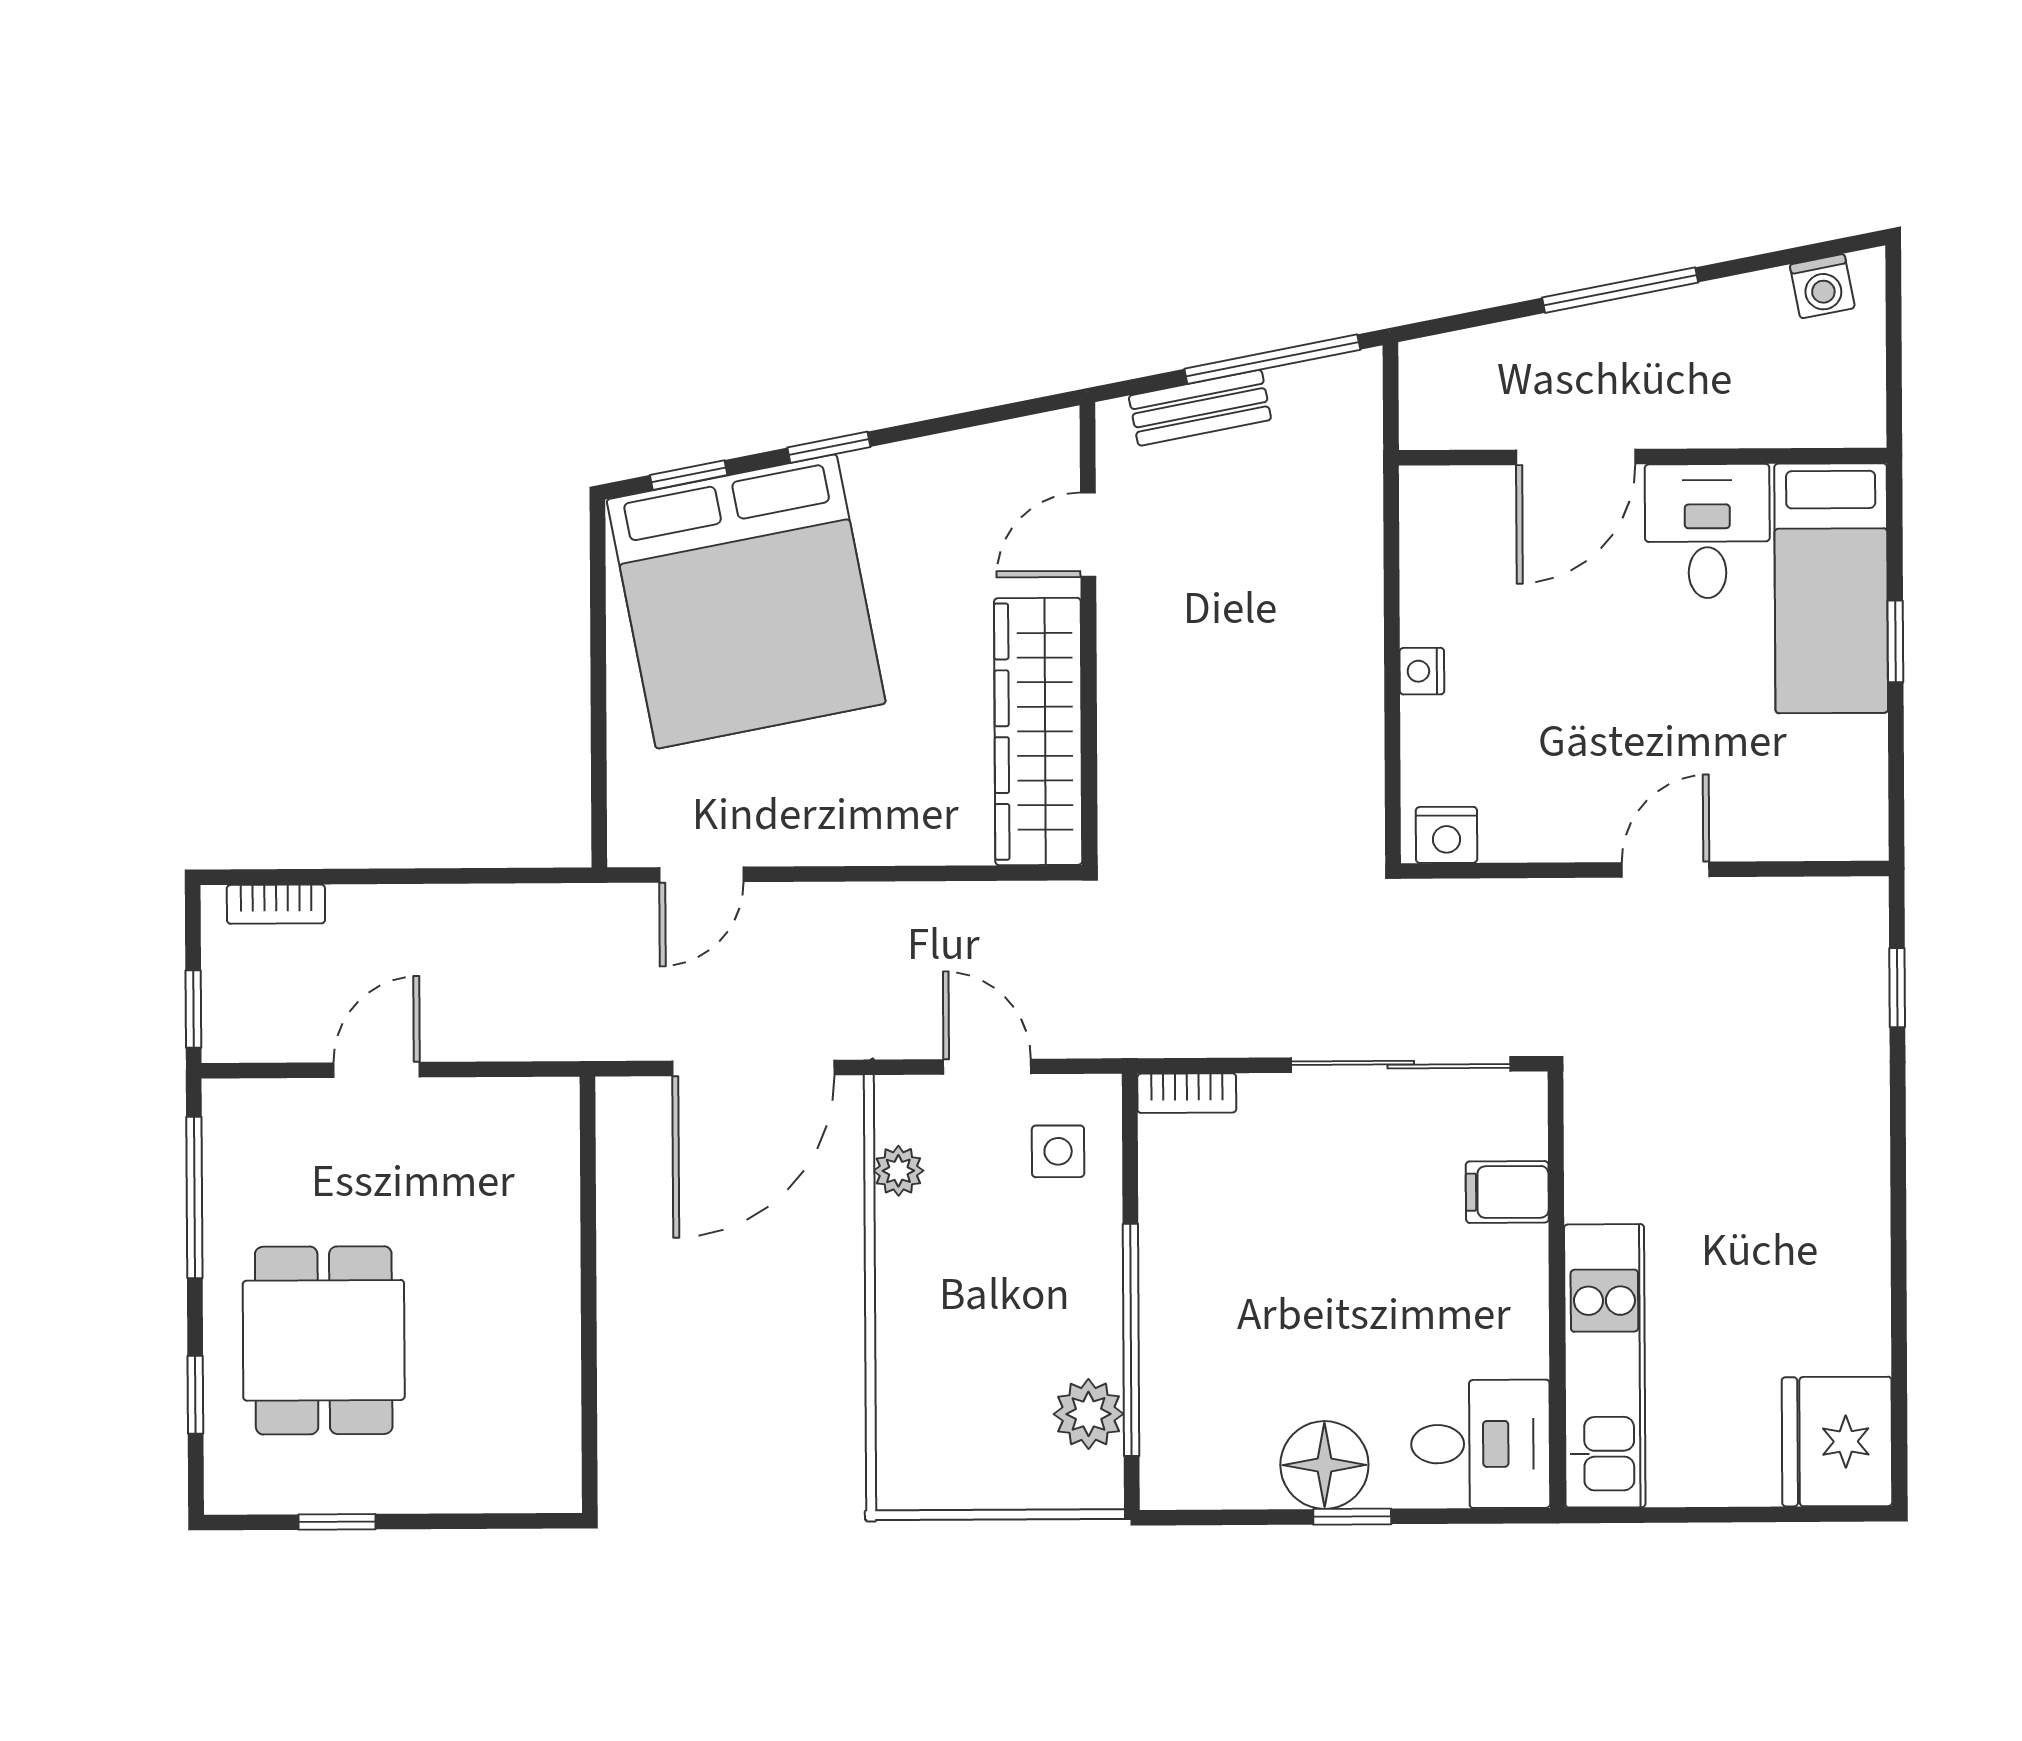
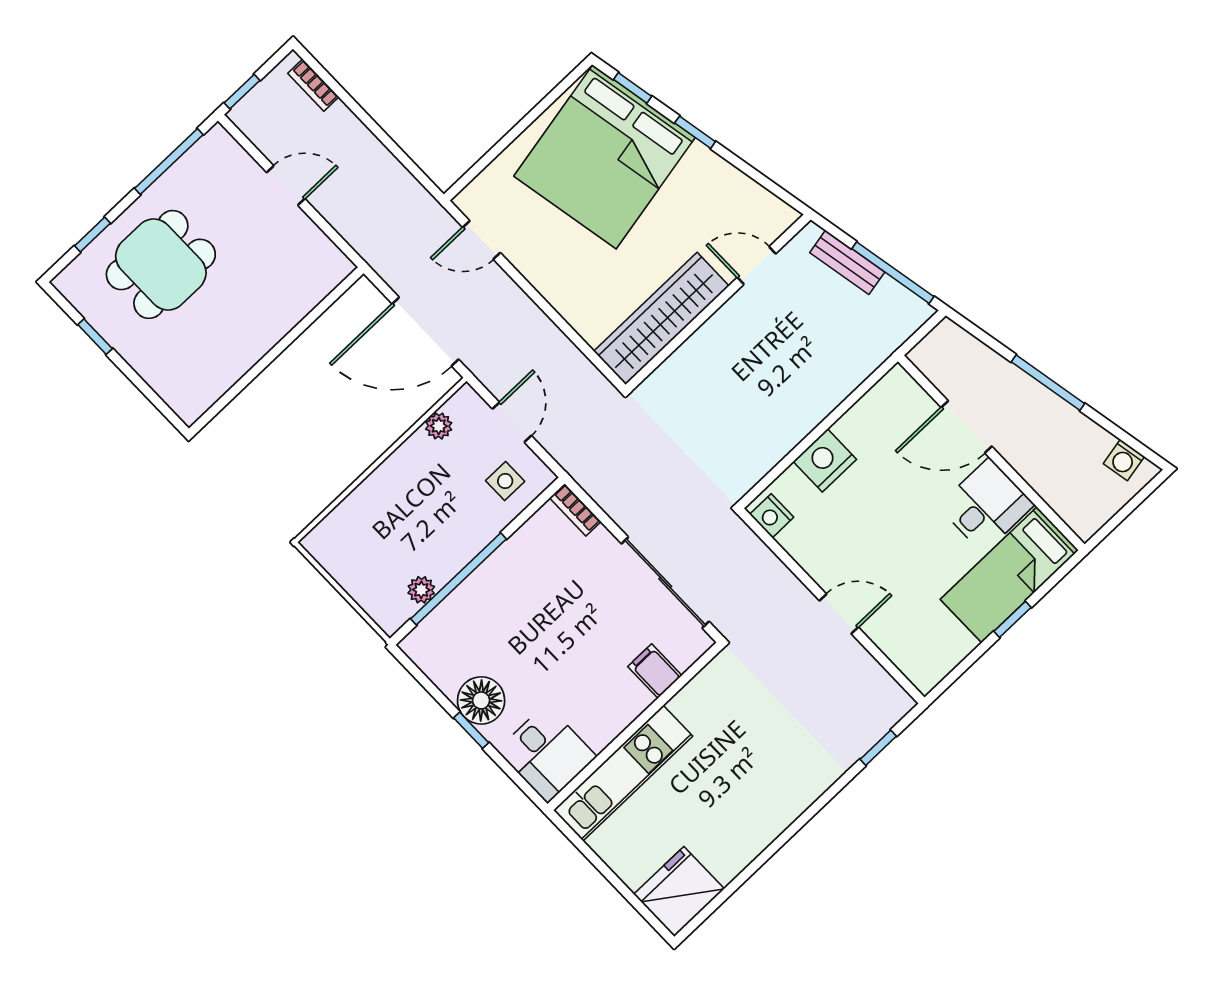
nightstand: (1422, 671) -> (825, 460), width x1.89, depth x1.79
plant: (1089, 1414) -> (421, 590), width x0.73, depth x0.73

